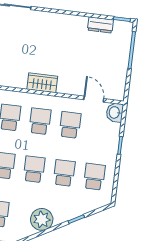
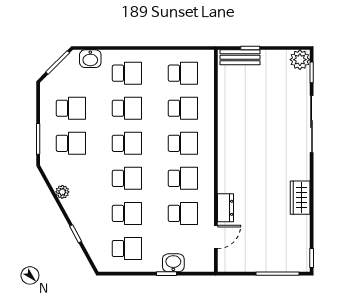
dresser: (100, 25) -> (226, 208), moved, turned 180
wardrobe: (42, 83) -> (300, 198), moved, turned 180
washbasin: (115, 113) -> (173, 263), moved
plant: (42, 219) -> (62, 192), width x0.53, depth x0.53

